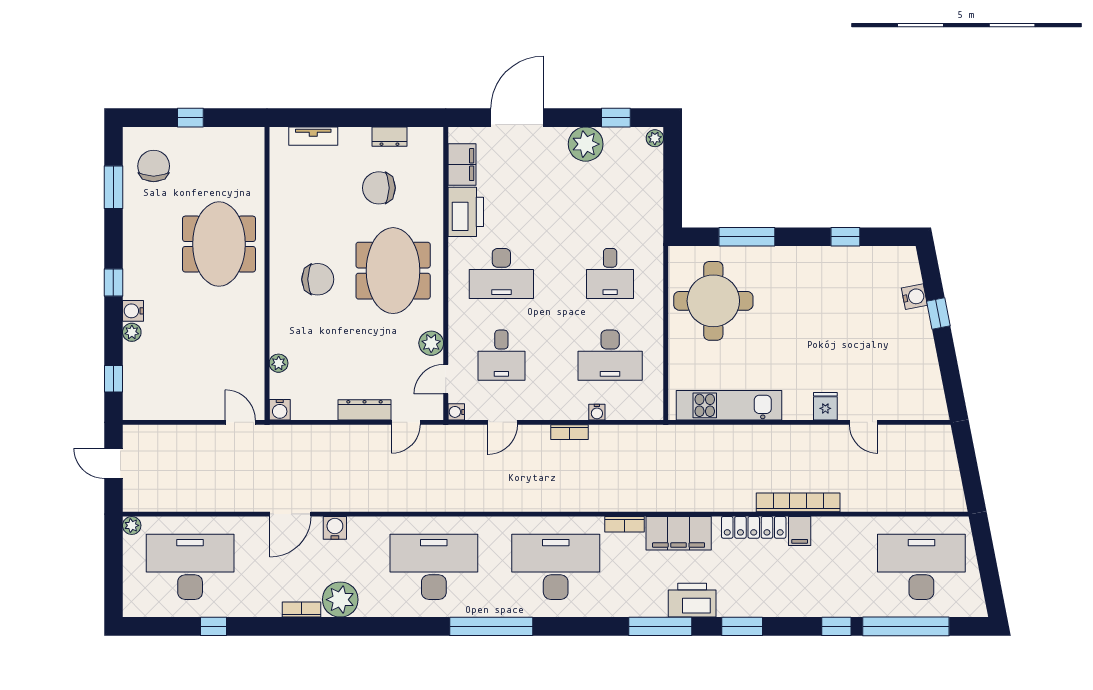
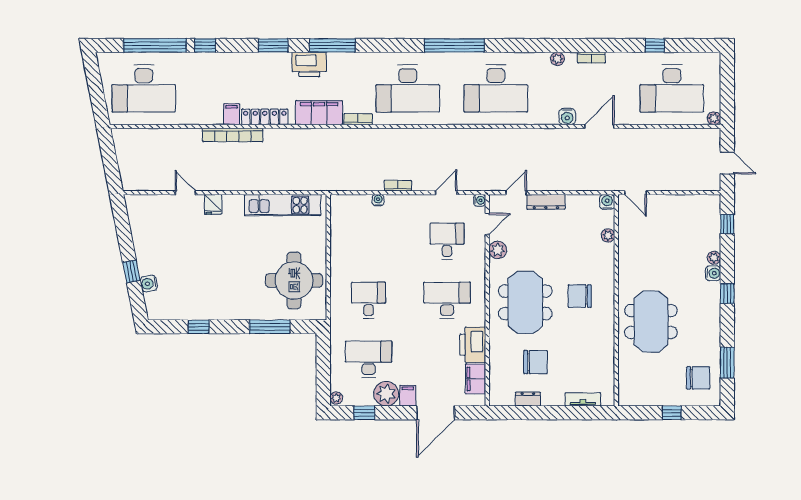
filing cabinet: (556, 141) -> (408, 396), added
chair: (154, 166) -> (698, 378), turned -90
desk: (610, 355) -> (369, 359), moved
plant: (340, 600) -> (557, 59), width x0.53, depth x0.53

